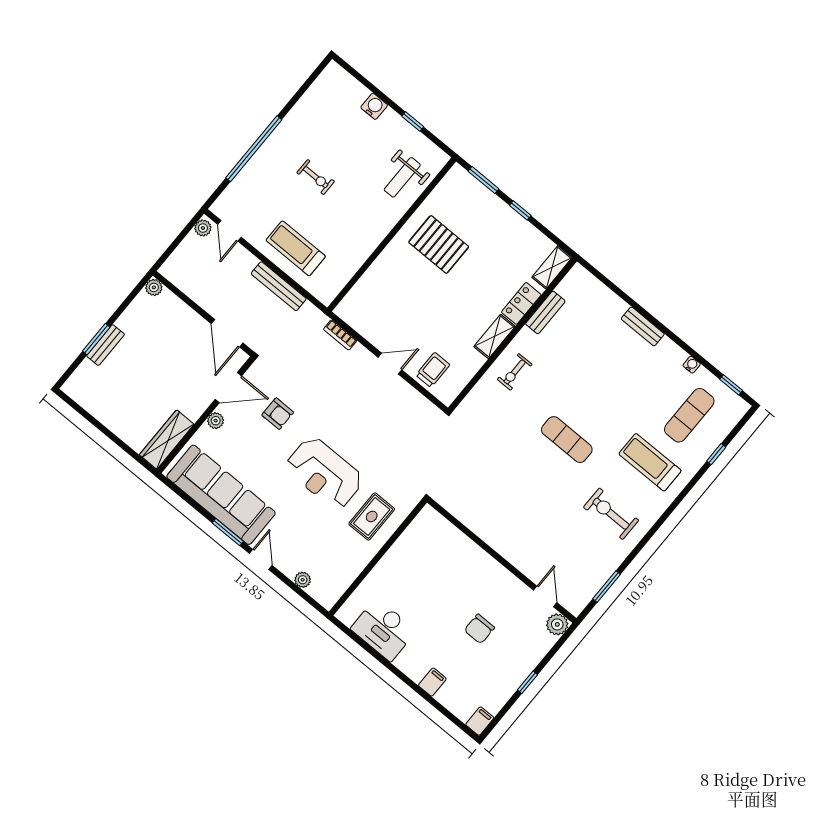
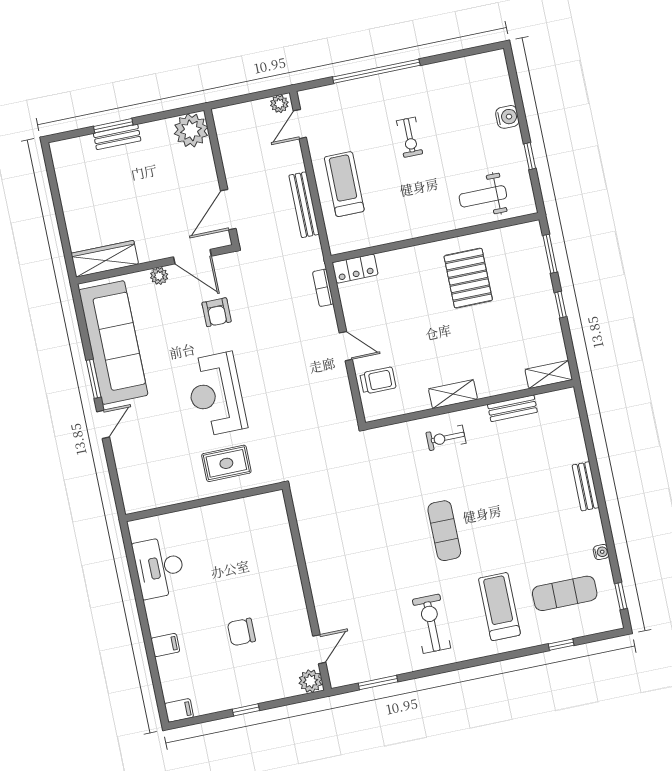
plant: (154, 287) -> (191, 130), width x1.88, depth x1.88
locker: (521, 303) -> (355, 269), moved, turned 180
plant: (303, 580) -> (125, 470), removed

